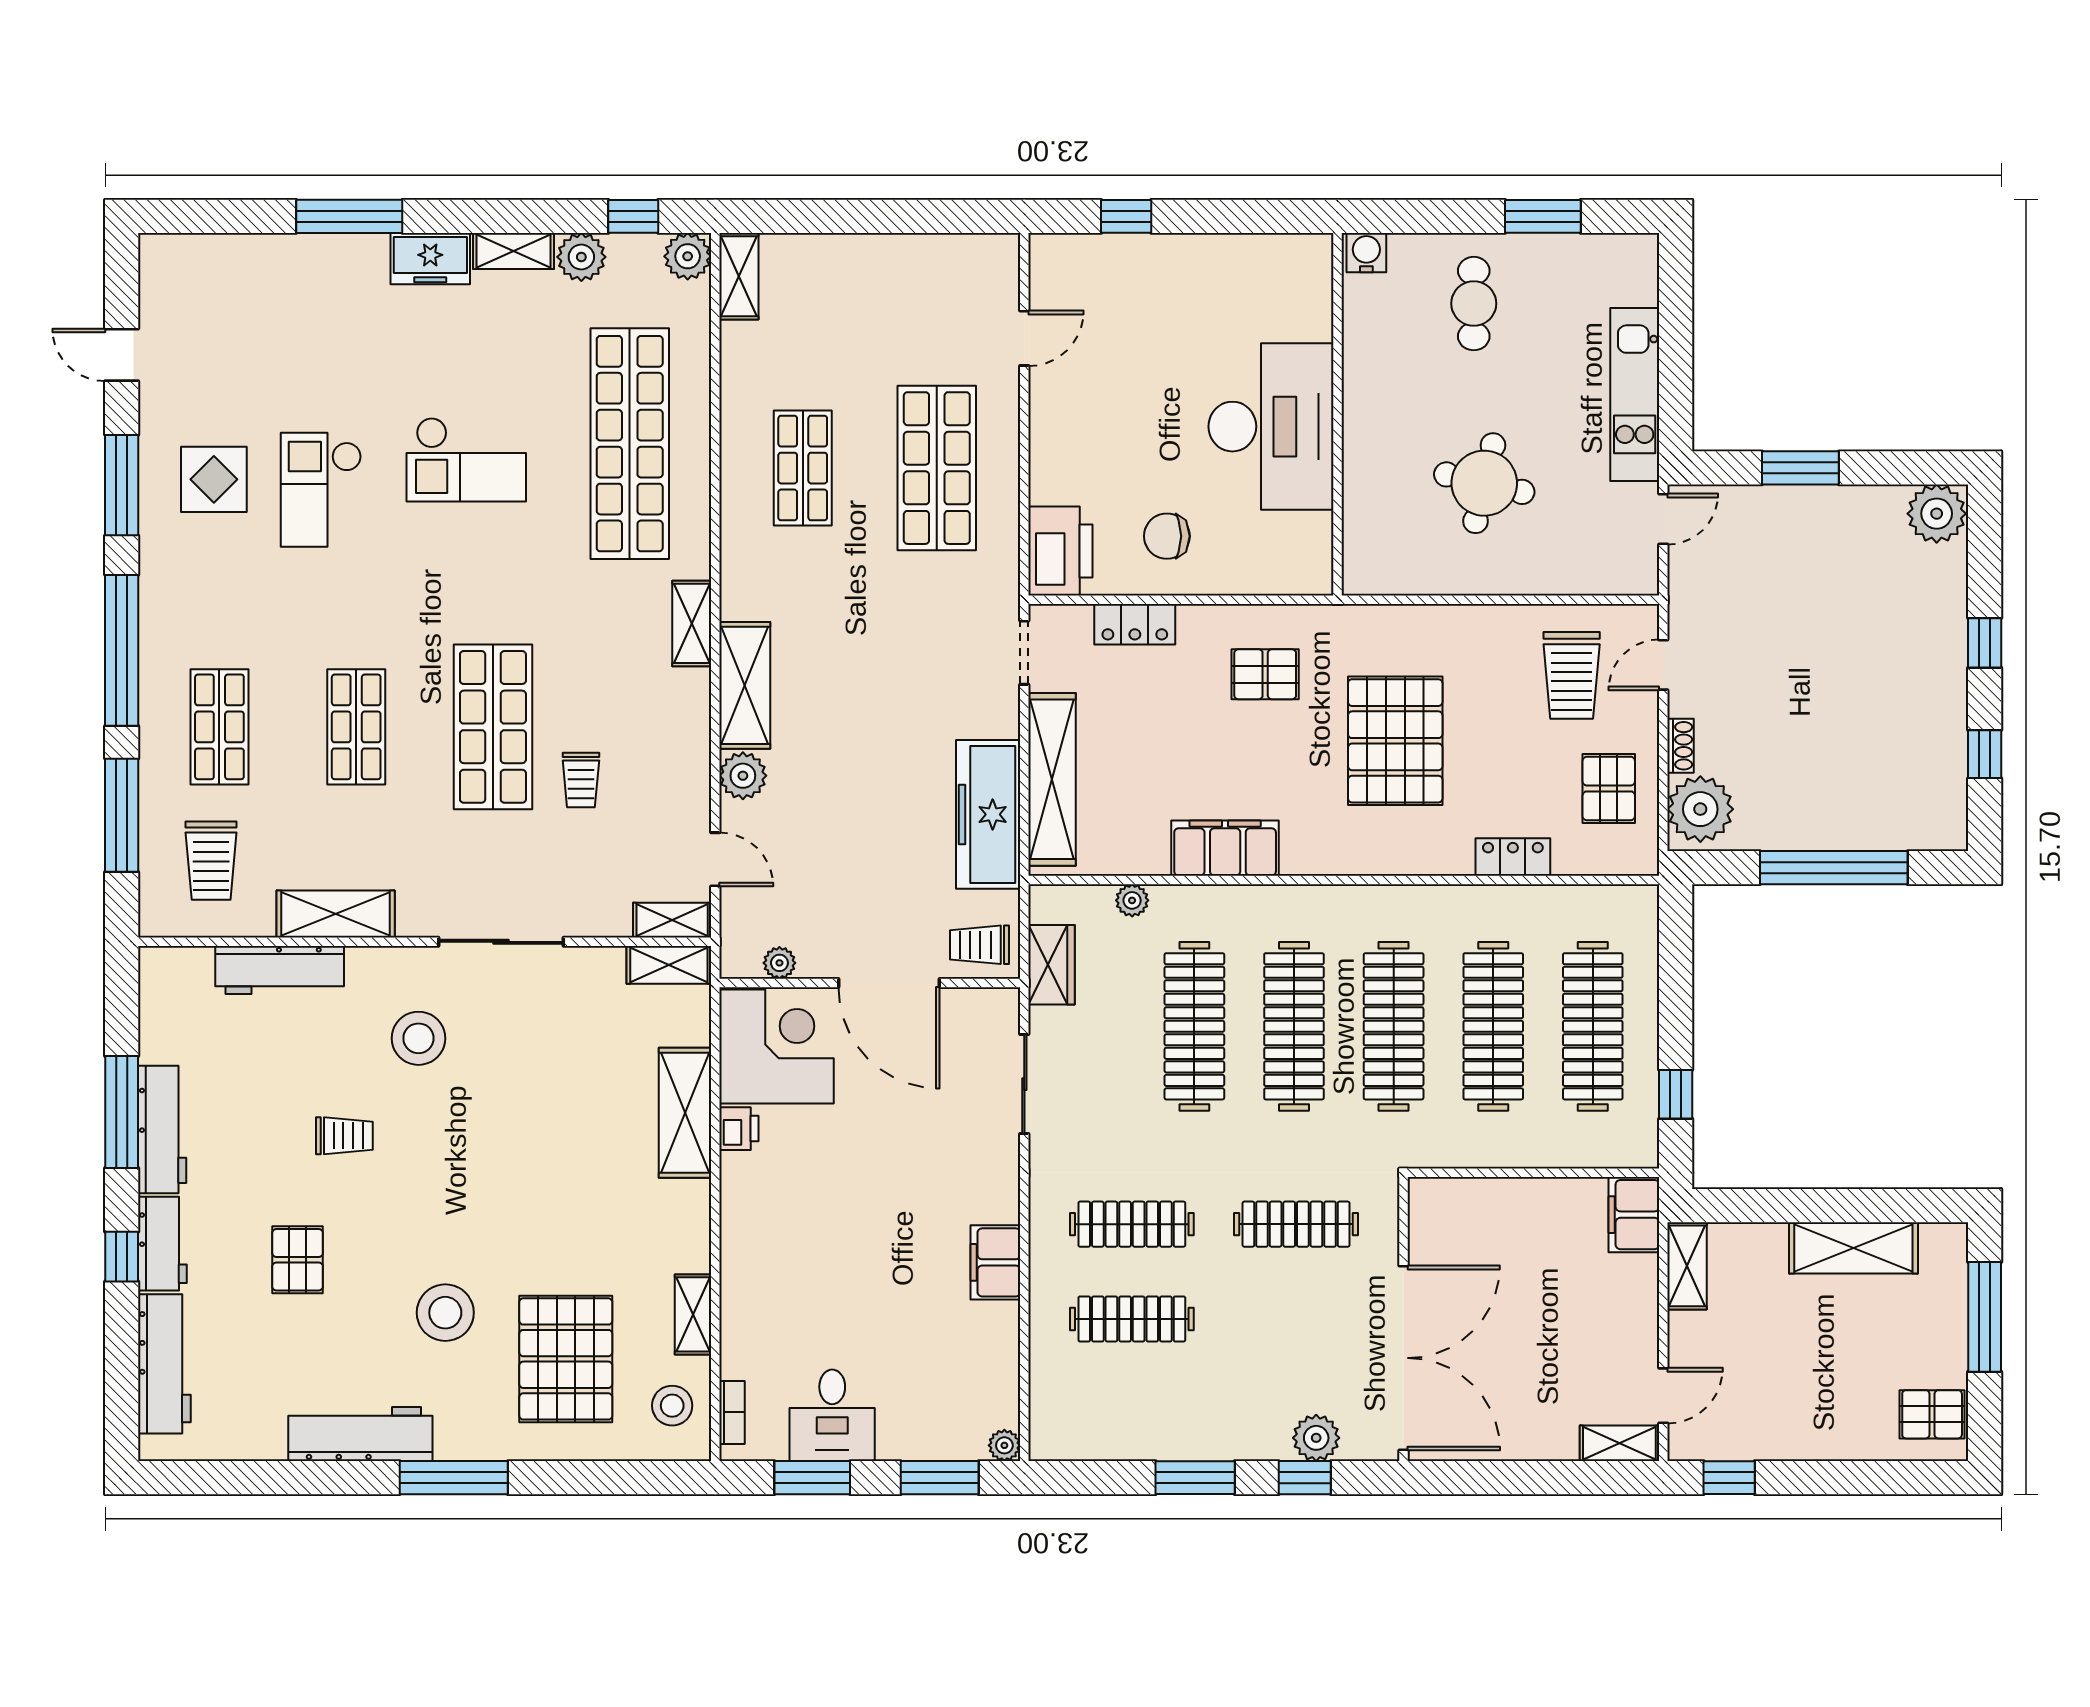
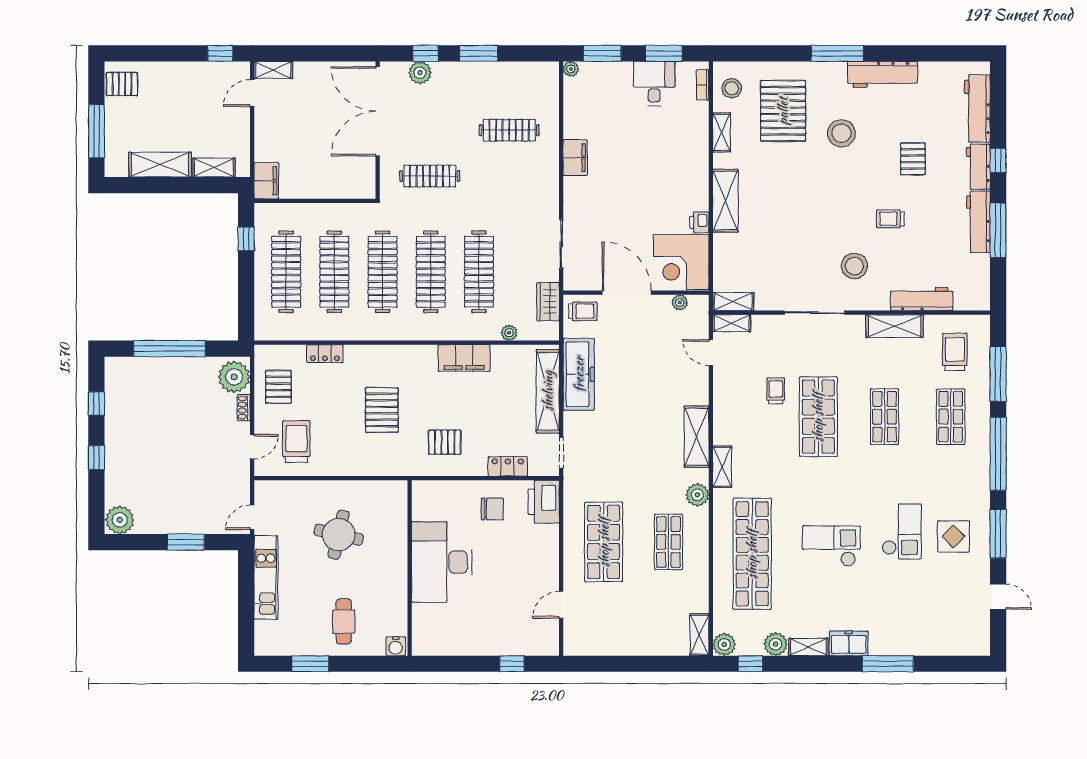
pallet: (1395, 741) -> (382, 410), width x0.73, depth x0.71
plant: (743, 776) -> (697, 495), moved
shelving: (685, 1113) -> (725, 201), moved
clothes rail: (1132, 1224) -> (509, 176), removed
shelving: (1687, 1266) -> (214, 168), moved, turned 90

